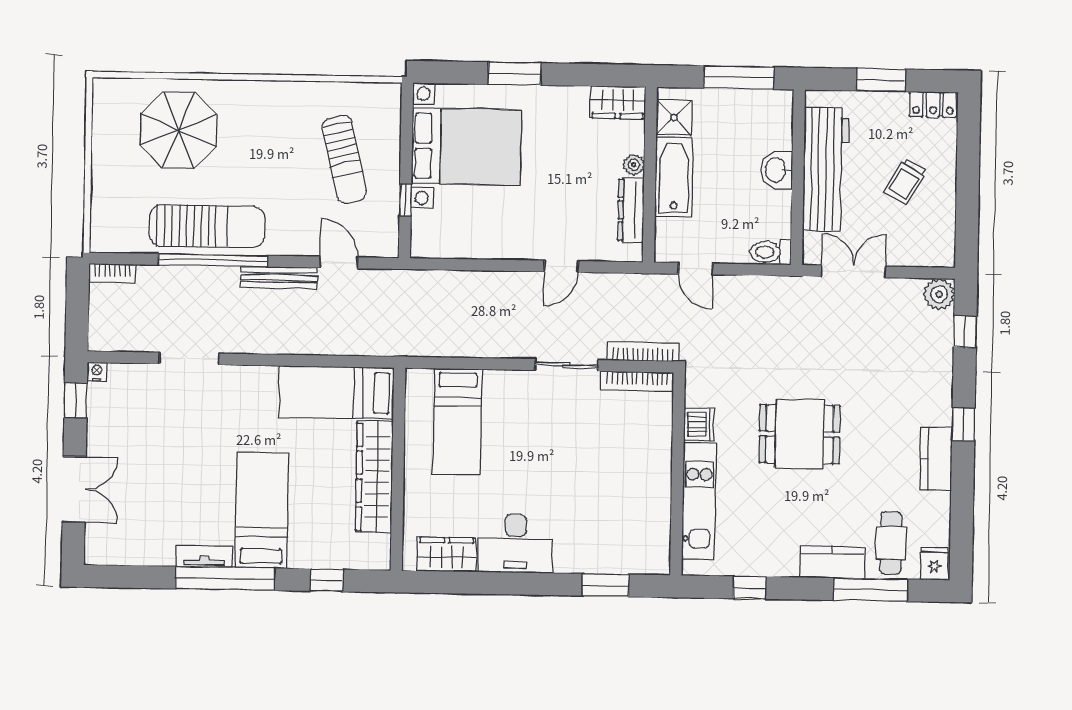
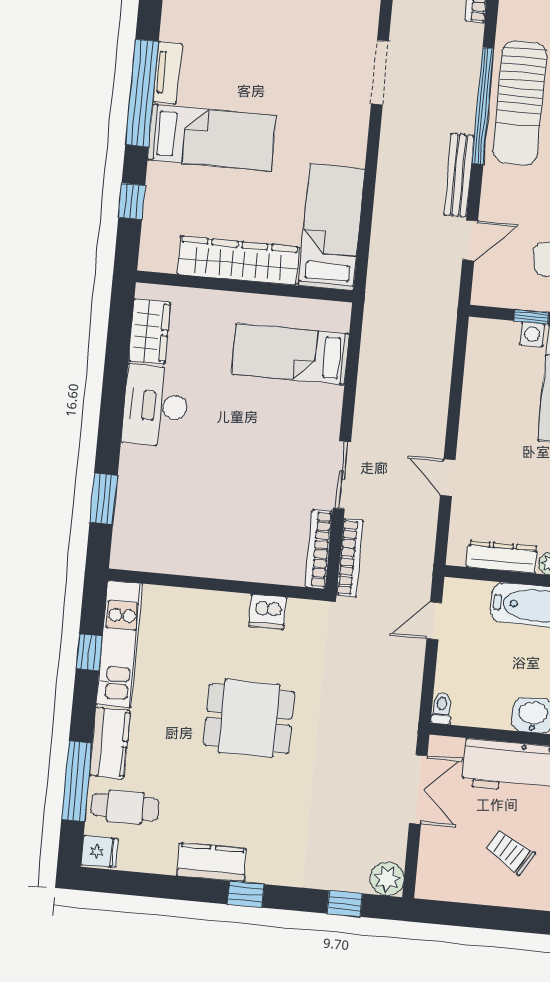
toilet: (771, 252) -> (442, 708), width x0.73, depth x0.72
dining table: (800, 434) -> (249, 718), turned 90
kitchen unit: (699, 501) -> (119, 644), moved, turned -90

